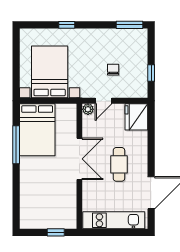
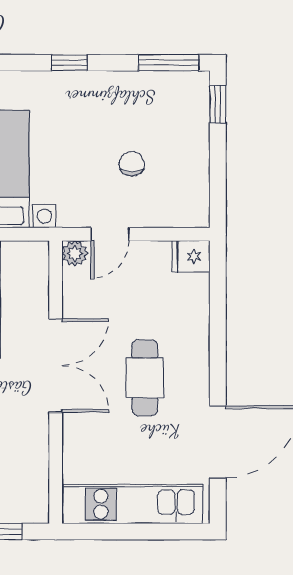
window: (67, 25) -> (69, 63), moved
window: (151, 73) -> (218, 104), moved
fridge: (136, 117) -> (191, 256), width x0.53, depth x0.75

